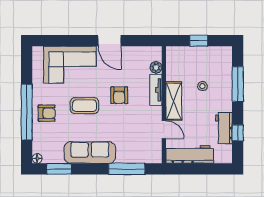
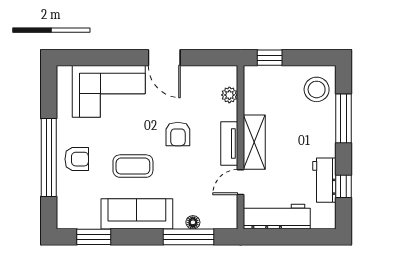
window: (199, 41) -> (270, 58), moved
stool: (202, 86) -> (317, 89), moved, width x1.89, depth x1.89
tv unit: (156, 90) -> (229, 143), moved
coffee table: (84, 106) -> (133, 166), moved
door: (164, 130) -> (240, 182), swing flipped
floor lamp: (37, 158) -> (193, 222), moved

